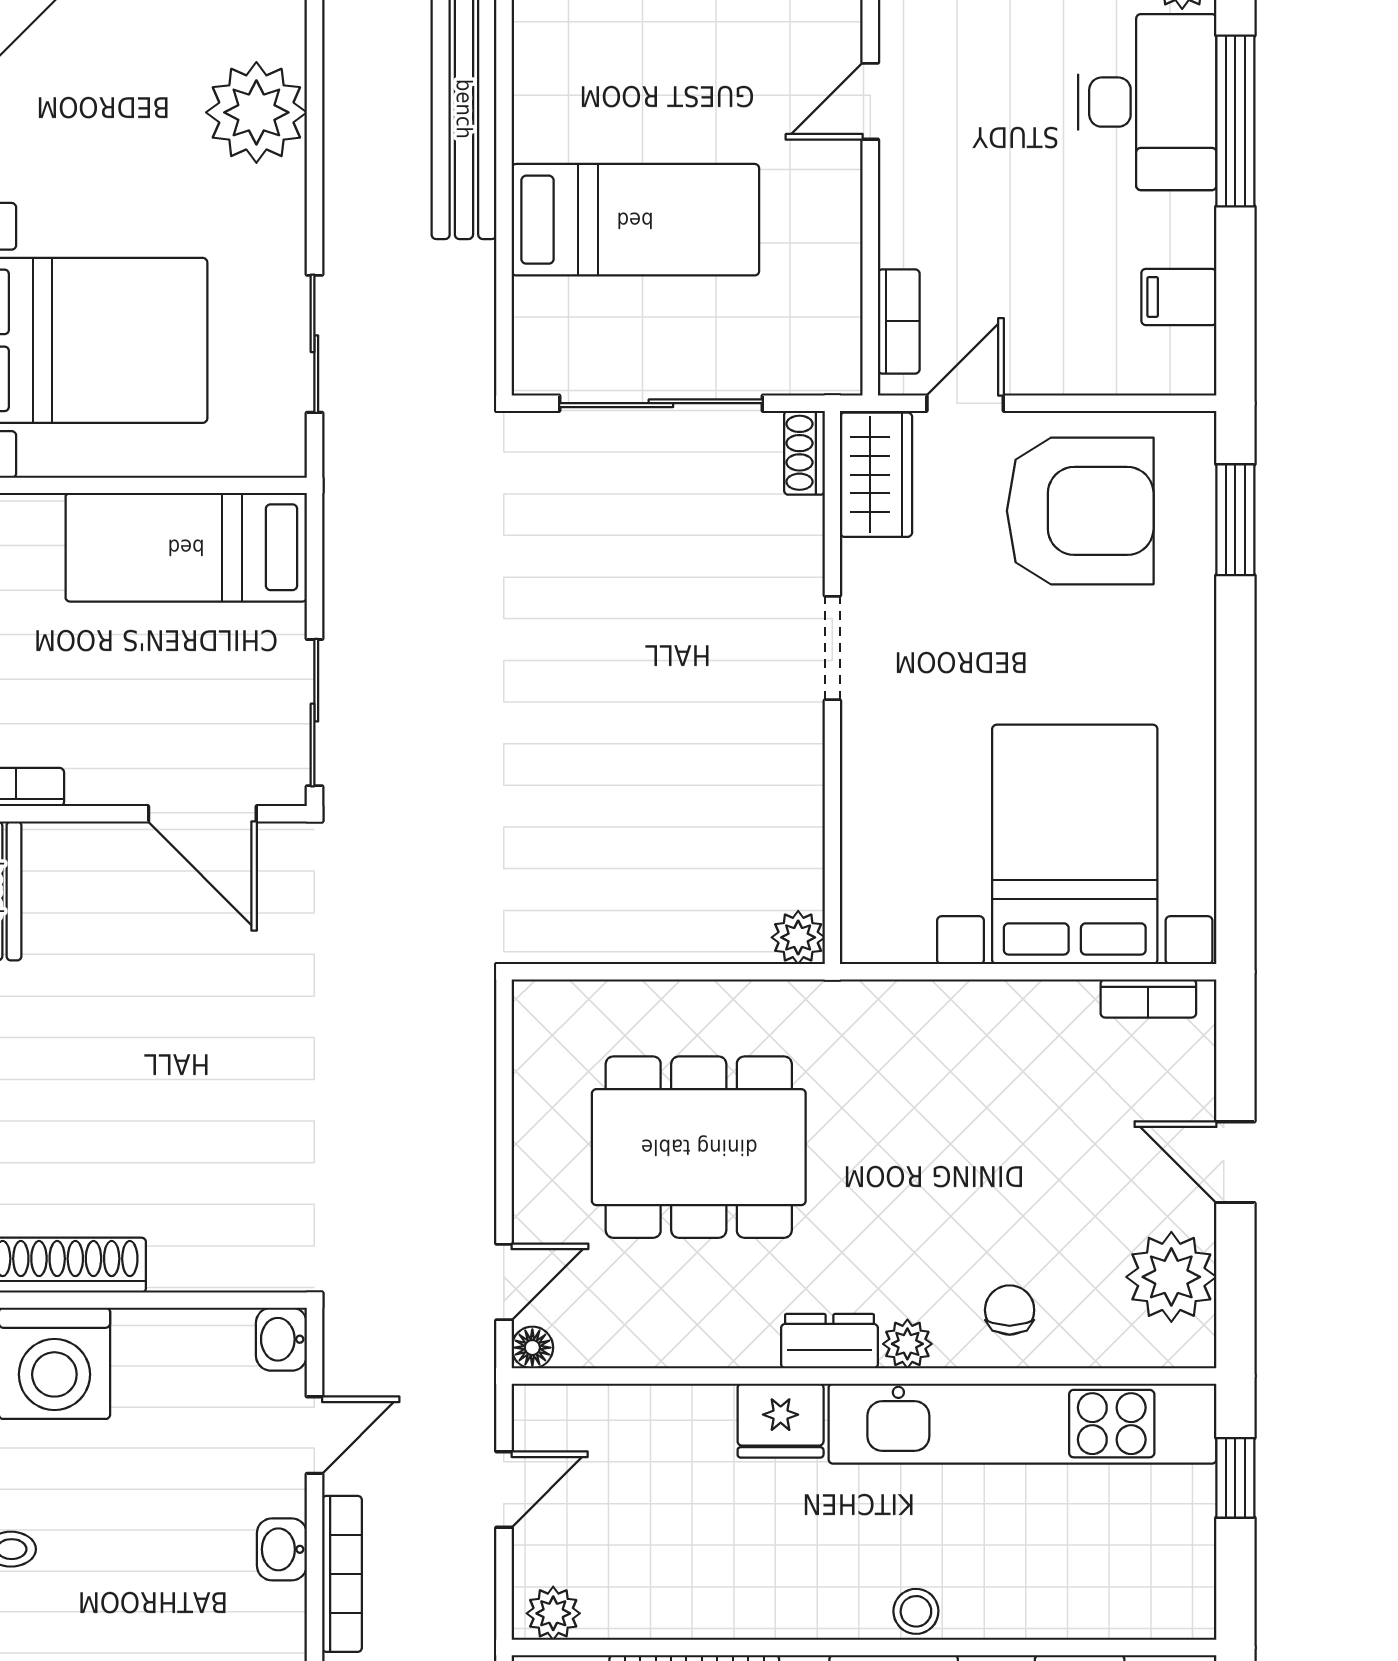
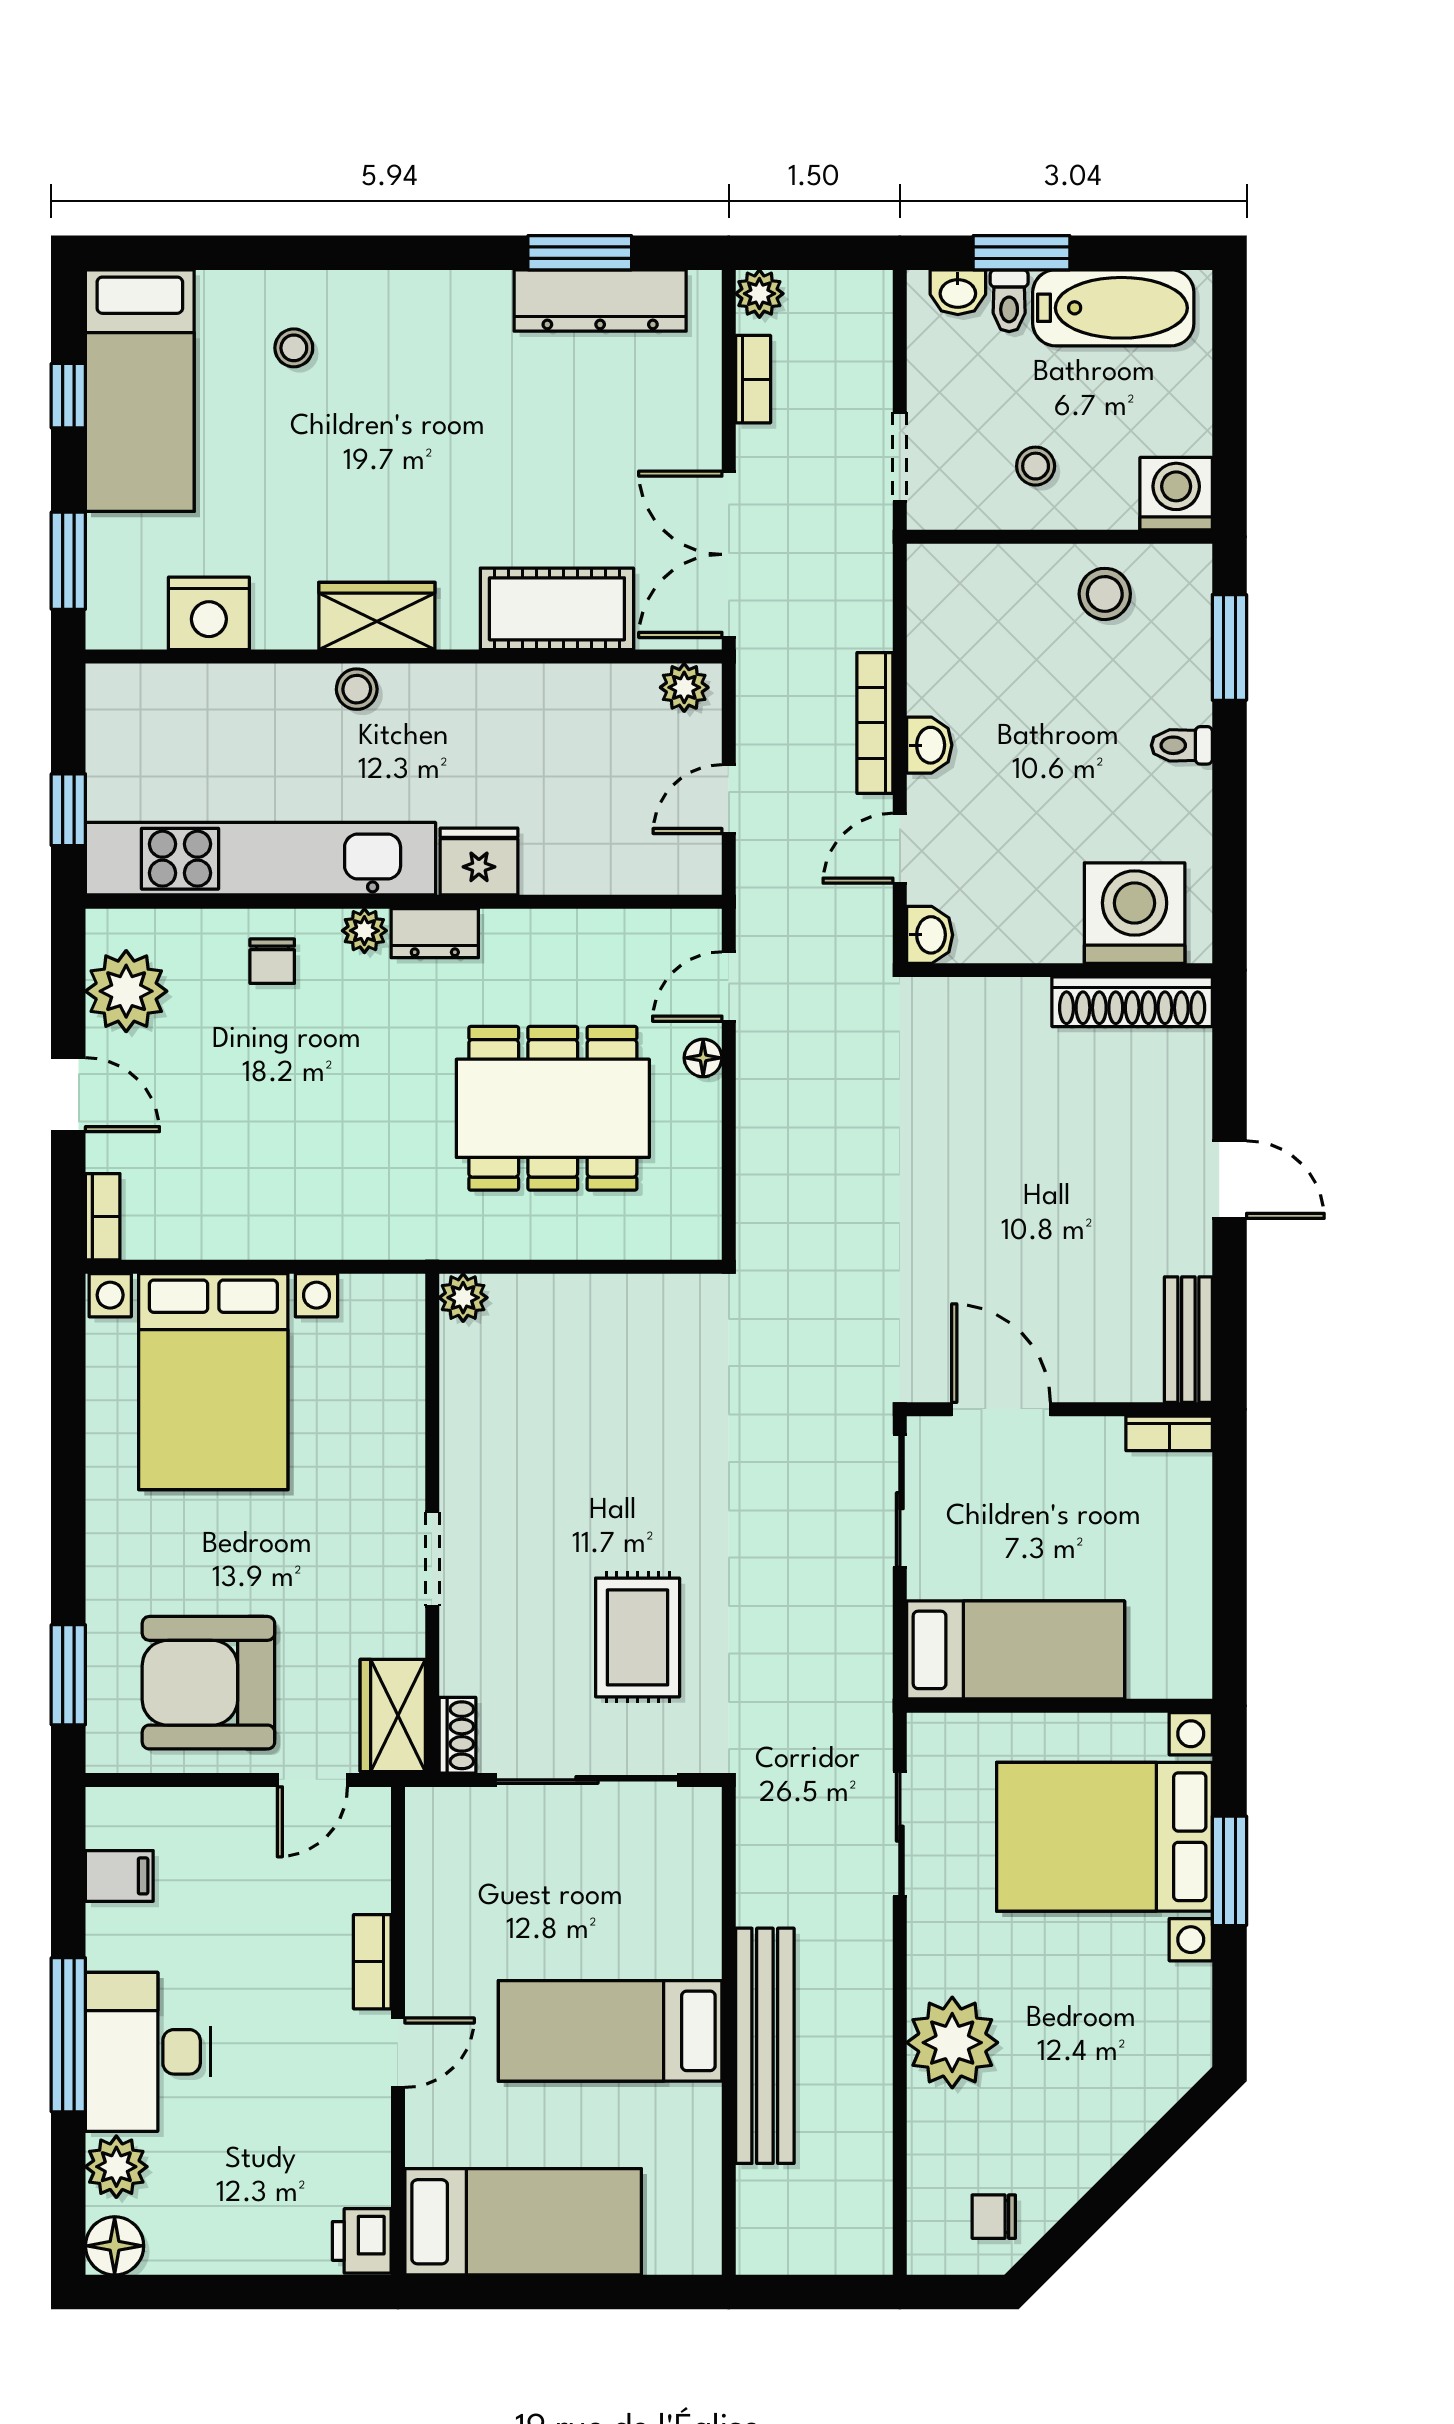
bed: (635, 220) -> (610, 2031), moved
bookcase: (899, 321) -> (372, 1962), moved
rug: (605, 561) -> (638, 1637), added
bookcase: (1148, 998) -> (103, 1217), moved, turned 90
floor lamp: (532, 1348) -> (703, 1058), moved

